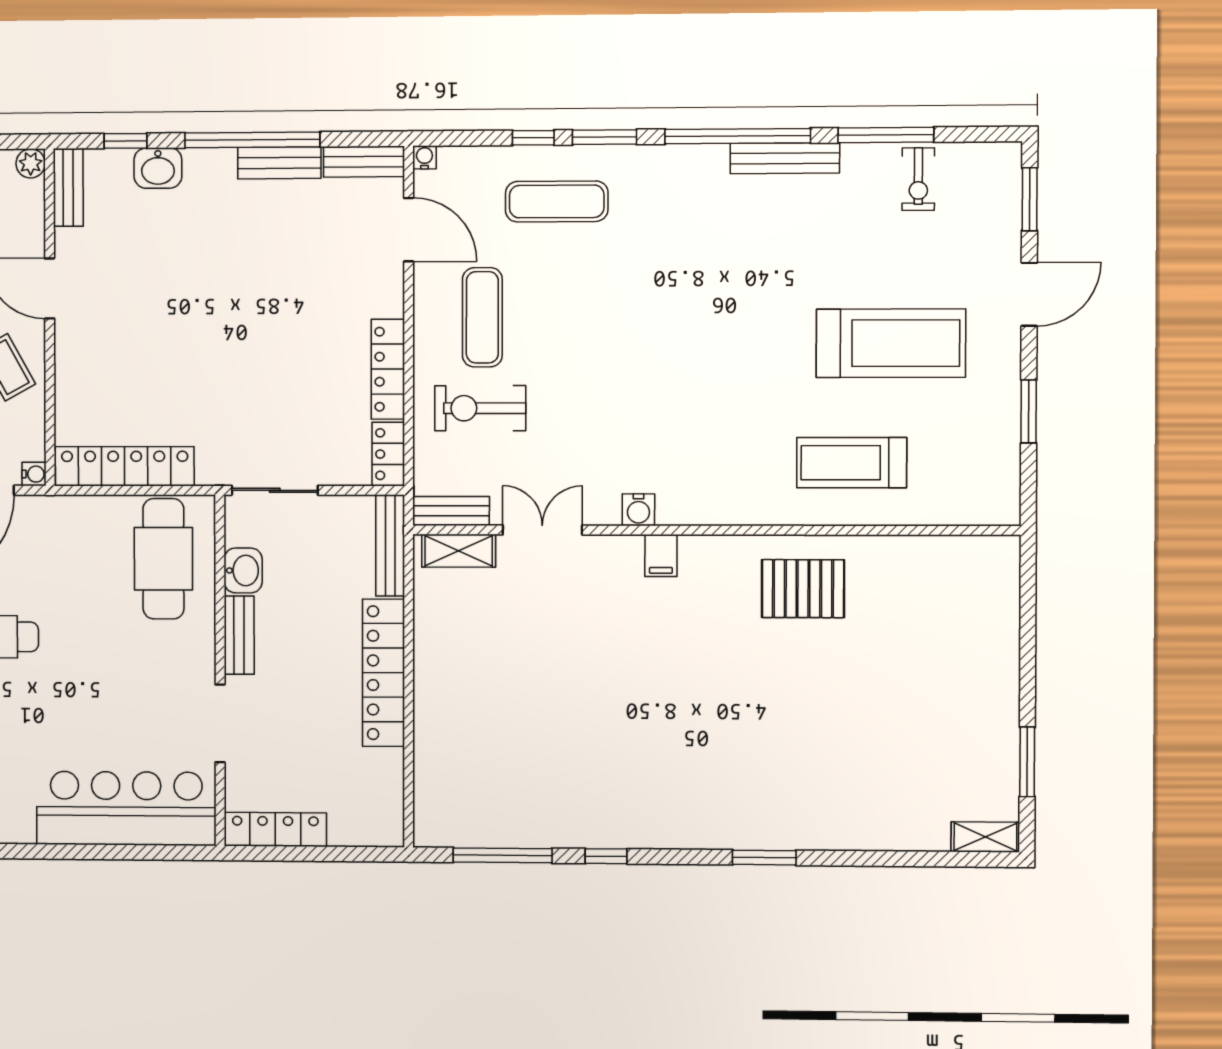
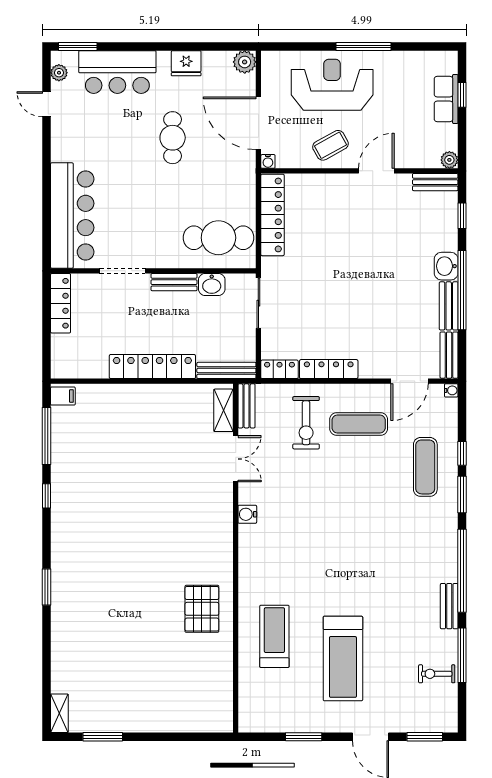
bench: (785, 158) -> (449, 606), width x0.73
washbasin: (158, 168) -> (446, 266), moved
exercise bike: (480, 408) -> (306, 423), turned 180
filing cabinet: (661, 556) -> (63, 396), moved, turned 180

